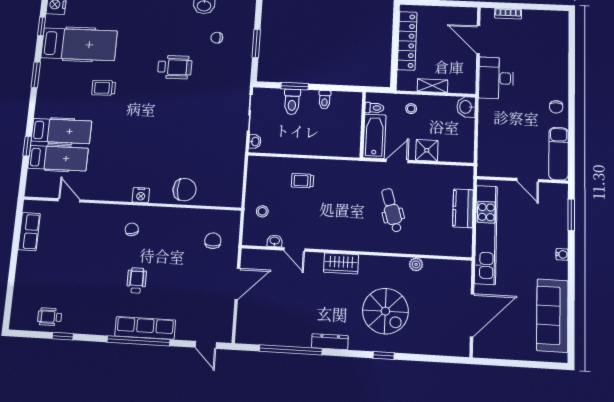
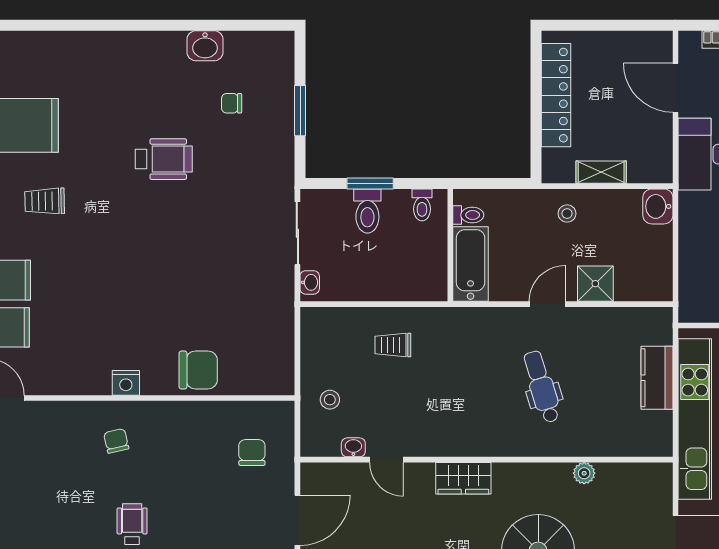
toilet: (374, 108) -> (468, 215), moved
wall: (363, 125) -> (450, 245), moved
bathtub: (374, 136) -> (471, 264), moved

